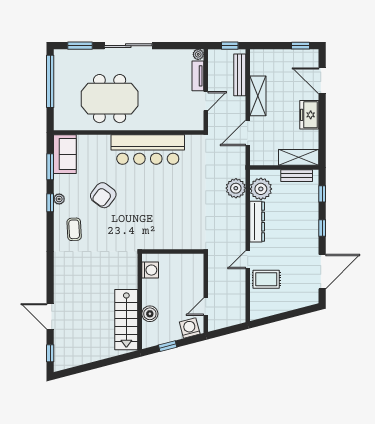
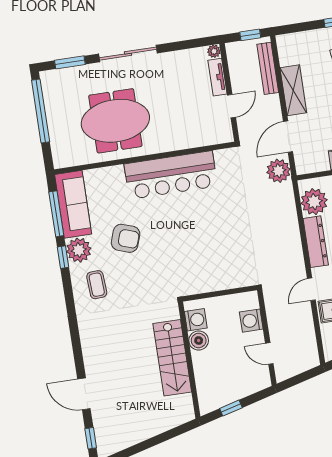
sofa: (65, 154) -> (73, 204), width x1.36
window: (50, 167) -> (56, 214), width x1.44
plant: (236, 188) -> (279, 171), moved
armchair: (103, 195) -> (126, 238), turned -108
plant: (59, 199) -> (79, 250), width x1.88, depth x1.88
door: (206, 307) -> (269, 353), hinge flipped
boiler: (150, 314) -> (199, 340), moved
stairs: (126, 320) -> (172, 358), moved
washing machine: (190, 328) -> (251, 321), moved, turned -75

